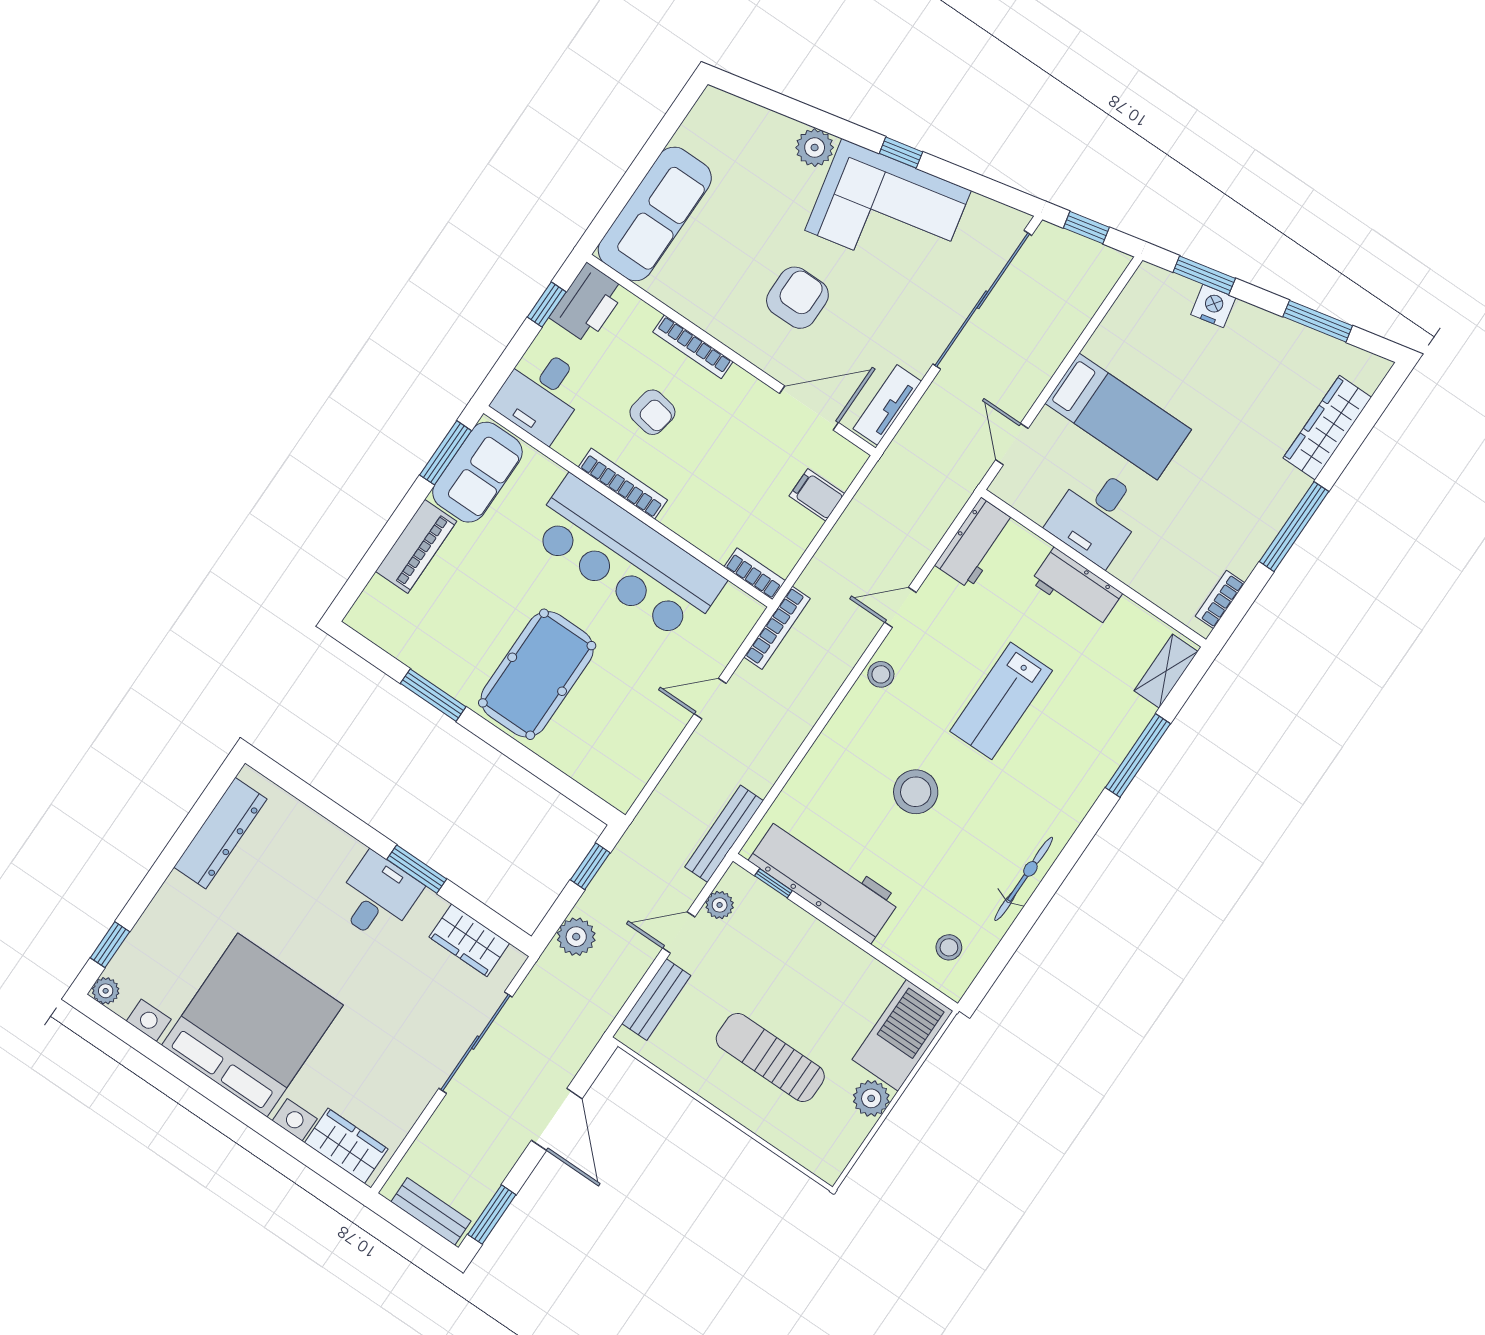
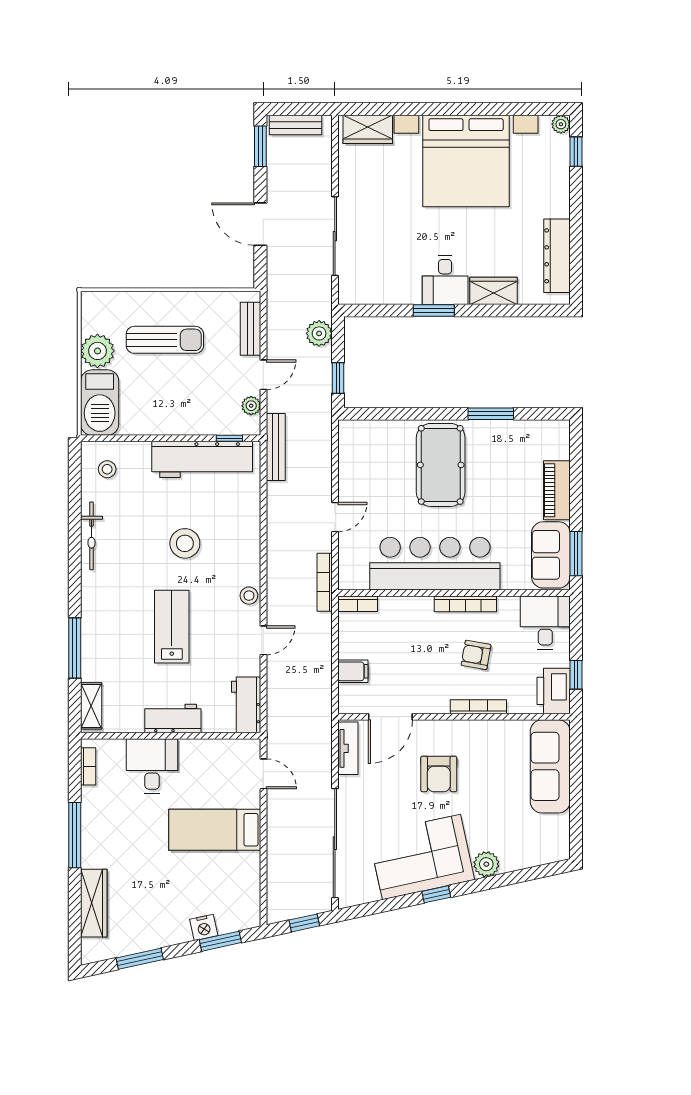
desk: (1097, 516) -> (152, 766), moved
wardrobe: (469, 940) -> (493, 291), moved
plant: (871, 1098) -> (97, 351), width x1.36, depth x1.36

